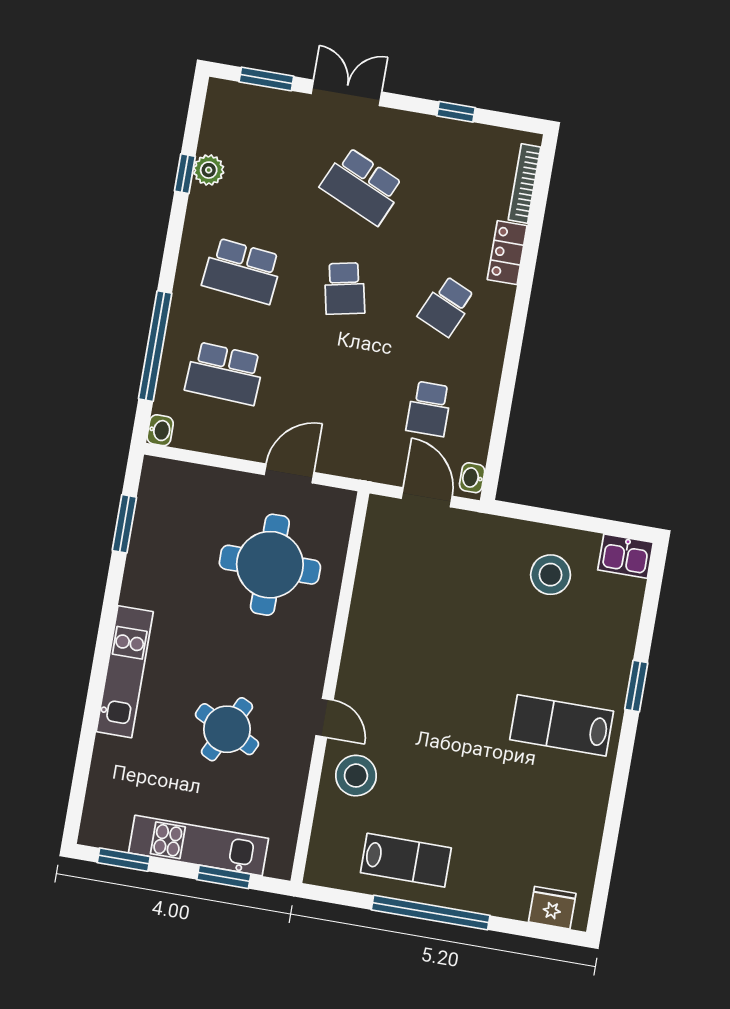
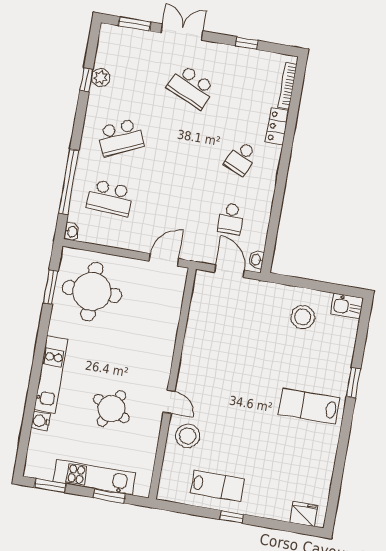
school desk: (242, 271) -> (120, 137), turned -30
school desk: (344, 289) -> (181, 148), removed
door: (289, 473) -> (164, 260), moved
round table: (270, 565) -> (92, 292), moved
water cooler: (107, 751) -> (41, 421), added
window: (431, 913) -> (232, 517), width x0.32

